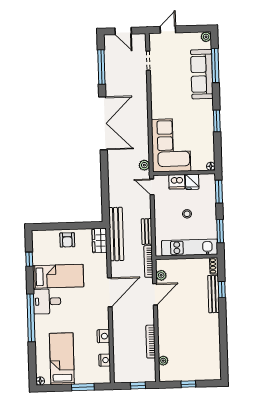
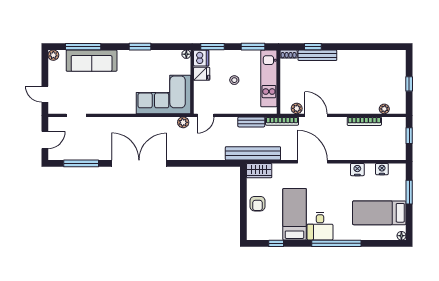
dishwasher: (177, 182) -> (201, 58), moved
armchair: (67, 240) -> (257, 204), turned 90

